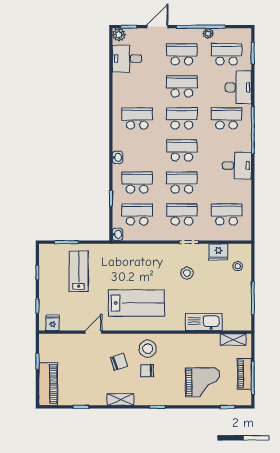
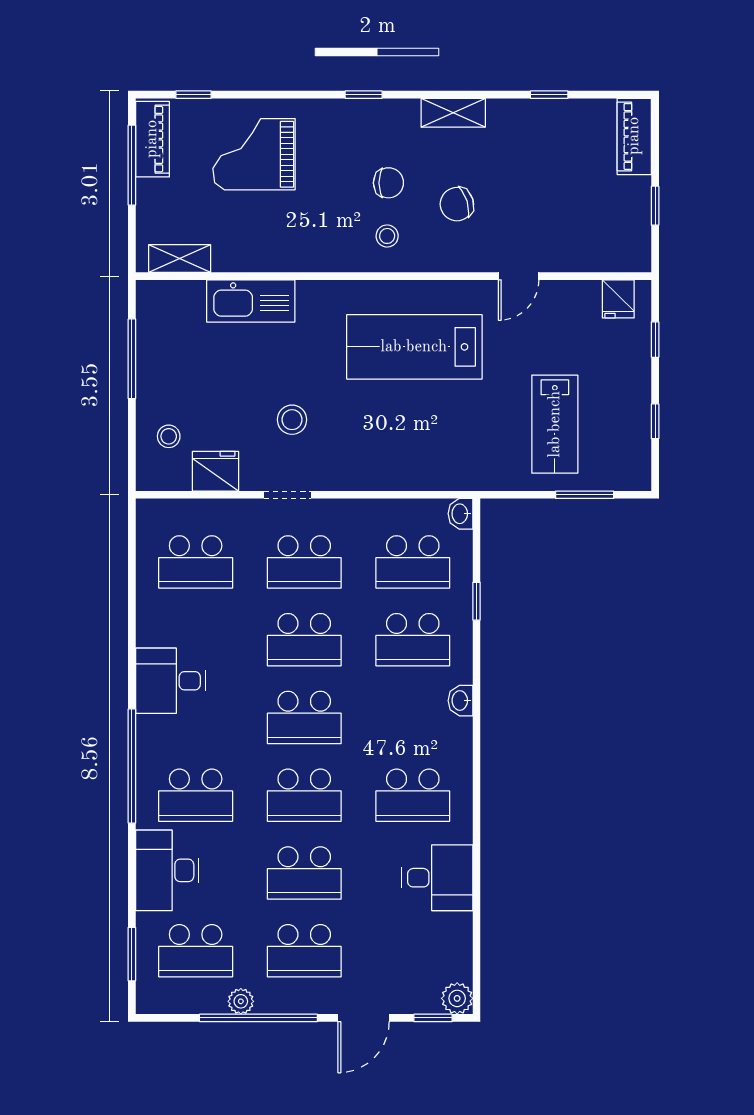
desk: (127, 59) -> (437, 878), moved
stool: (148, 349) -> (387, 236), width x0.53, depth x0.53
piano: (244, 374) -> (152, 139), moved
piano: (48, 384) -> (634, 136), width x0.73, depth x0.75

